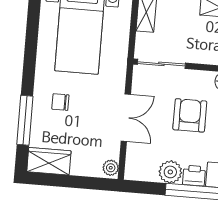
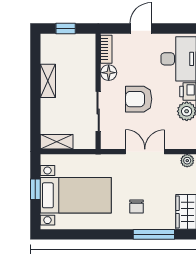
sliding door: (161, 64) -> (98, 111), moved

